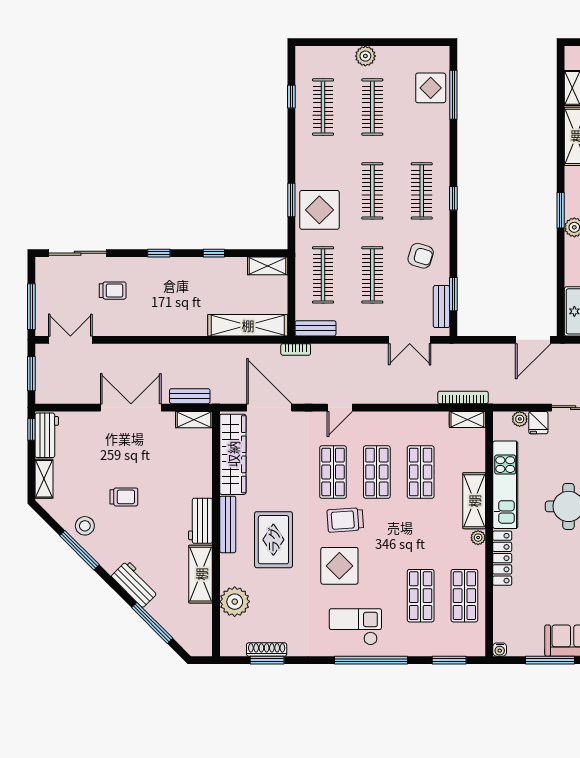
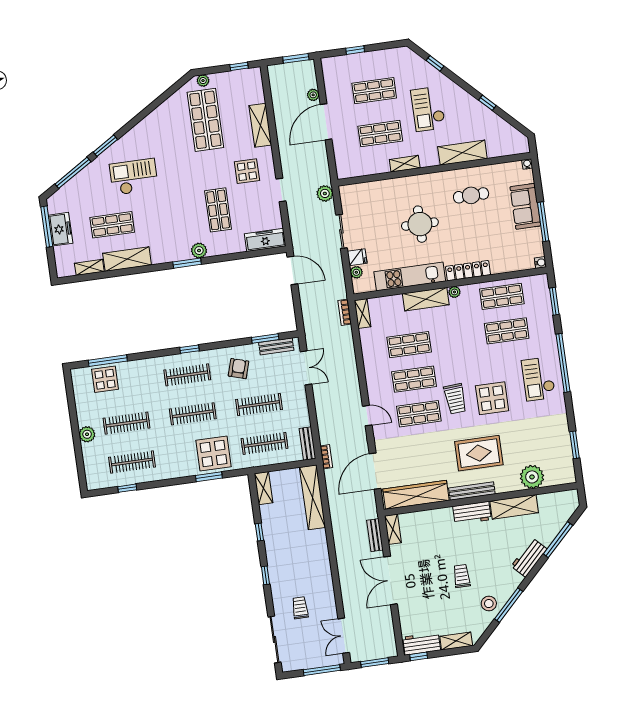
bookcase: (463, 397) -> (345, 312), width x0.64
shoe rack: (267, 649) -> (566, 446), removed

